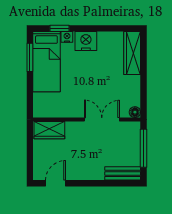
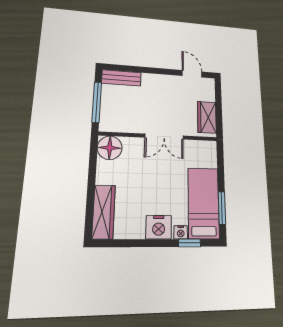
floor lamp: (135, 112) -> (110, 148), width x1.89, depth x1.89
double door: (102, 120) -> (164, 137), moved
wardrobe: (49, 130) -> (207, 117), moved, turned -90
door: (55, 183) -> (192, 74), swing flipped

